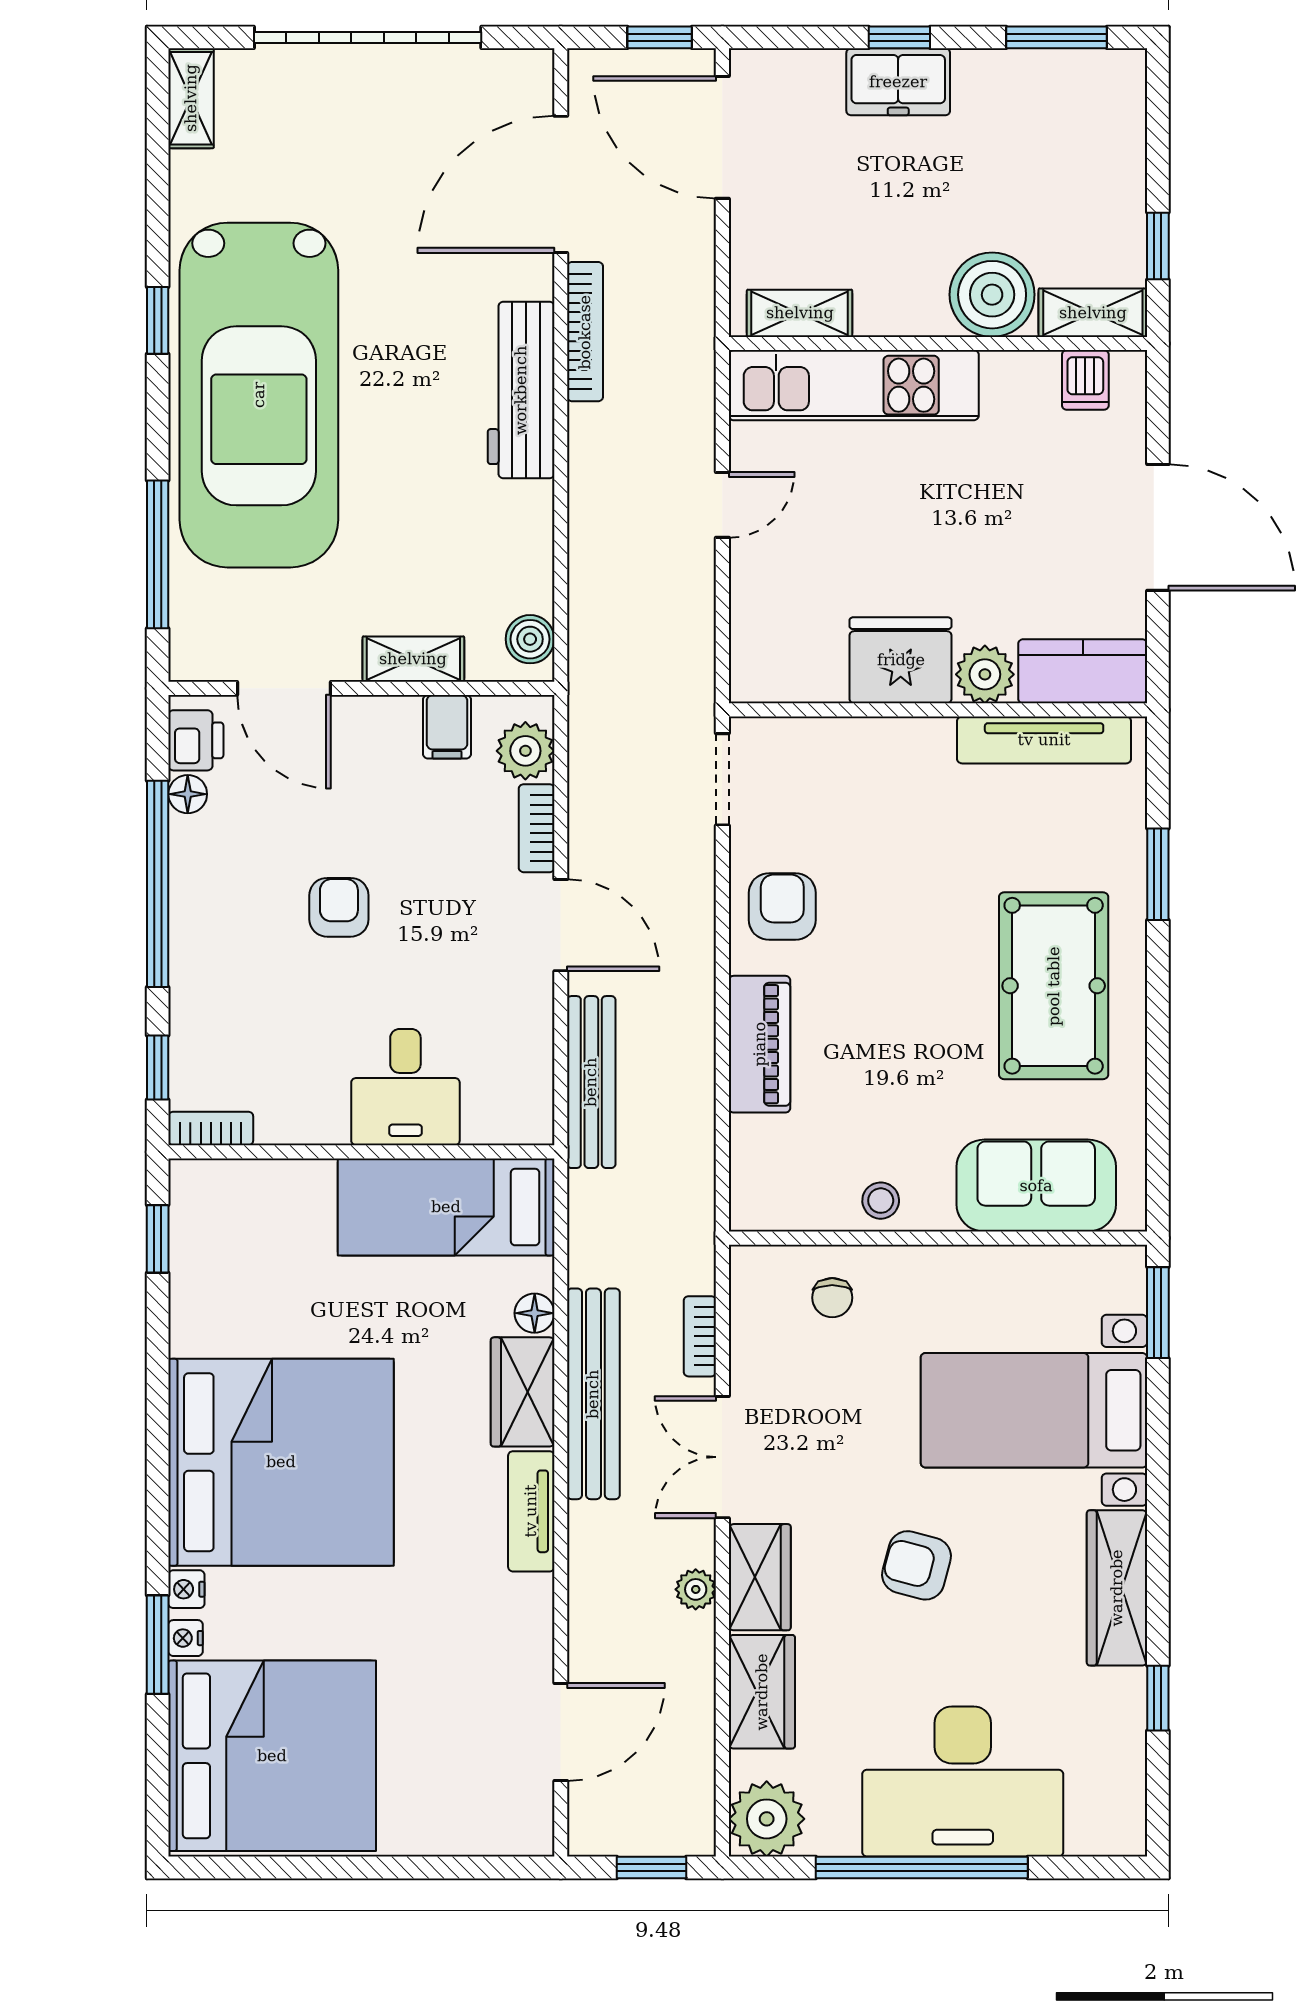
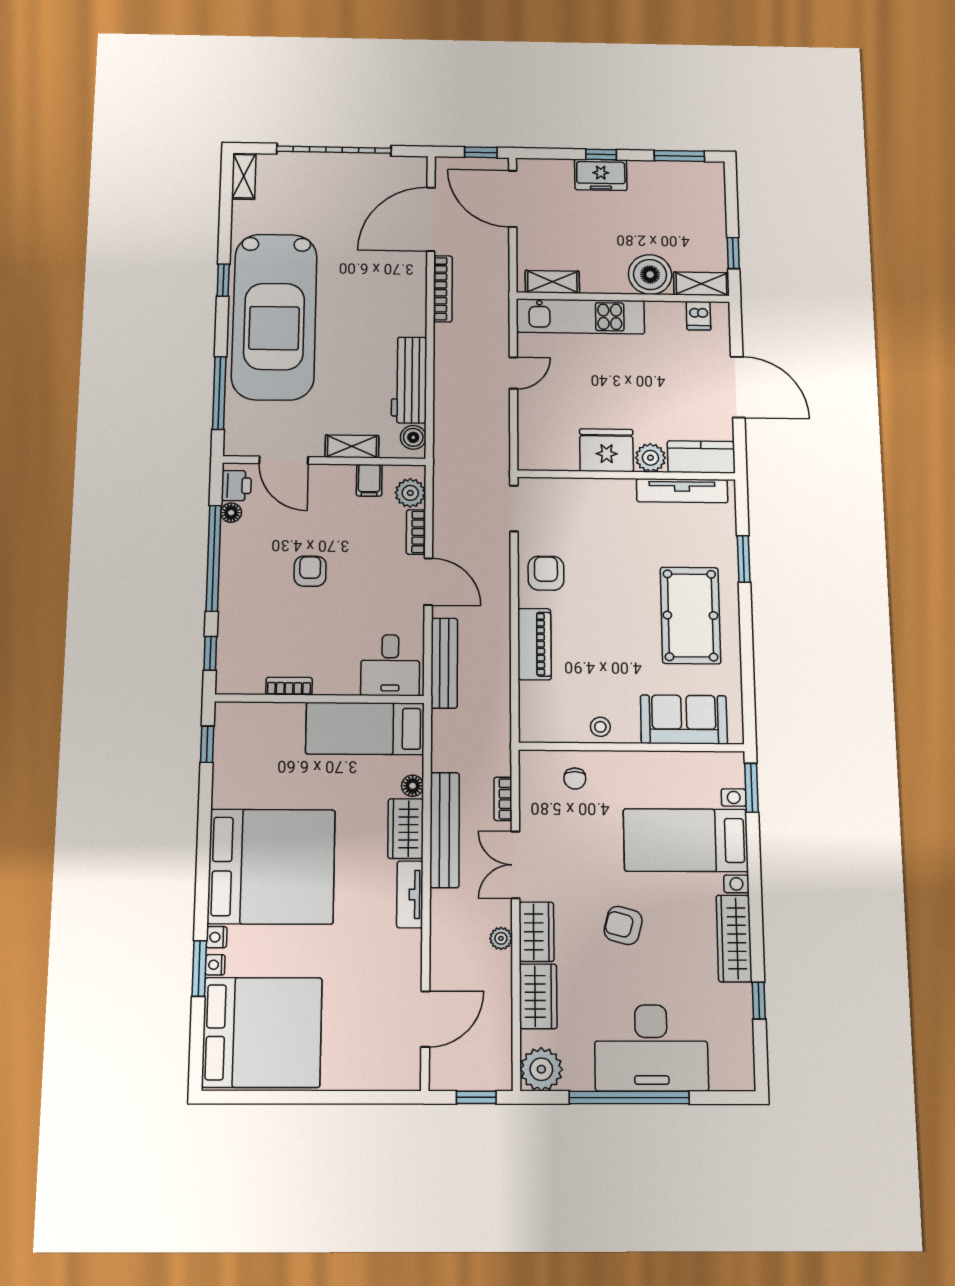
workbench: (521, 390) -> (409, 380), moved
desk: (405, 1087) -> (390, 665), moved
bookcase: (211, 1128) -> (289, 686), moved

